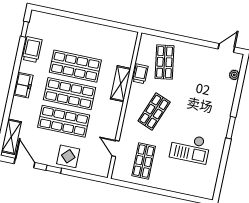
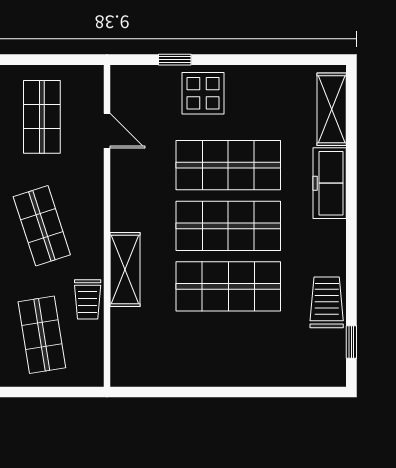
trolley: (32, 50) -> (327, 302), turned 180
freezer: (23, 85) -> (330, 183), moved, width x1.40
shop shelf: (154, 112) -> (42, 226), turned -39
door: (25, 163) -> (292, 60), removed
window: (54, 169) -> (175, 60), moved

